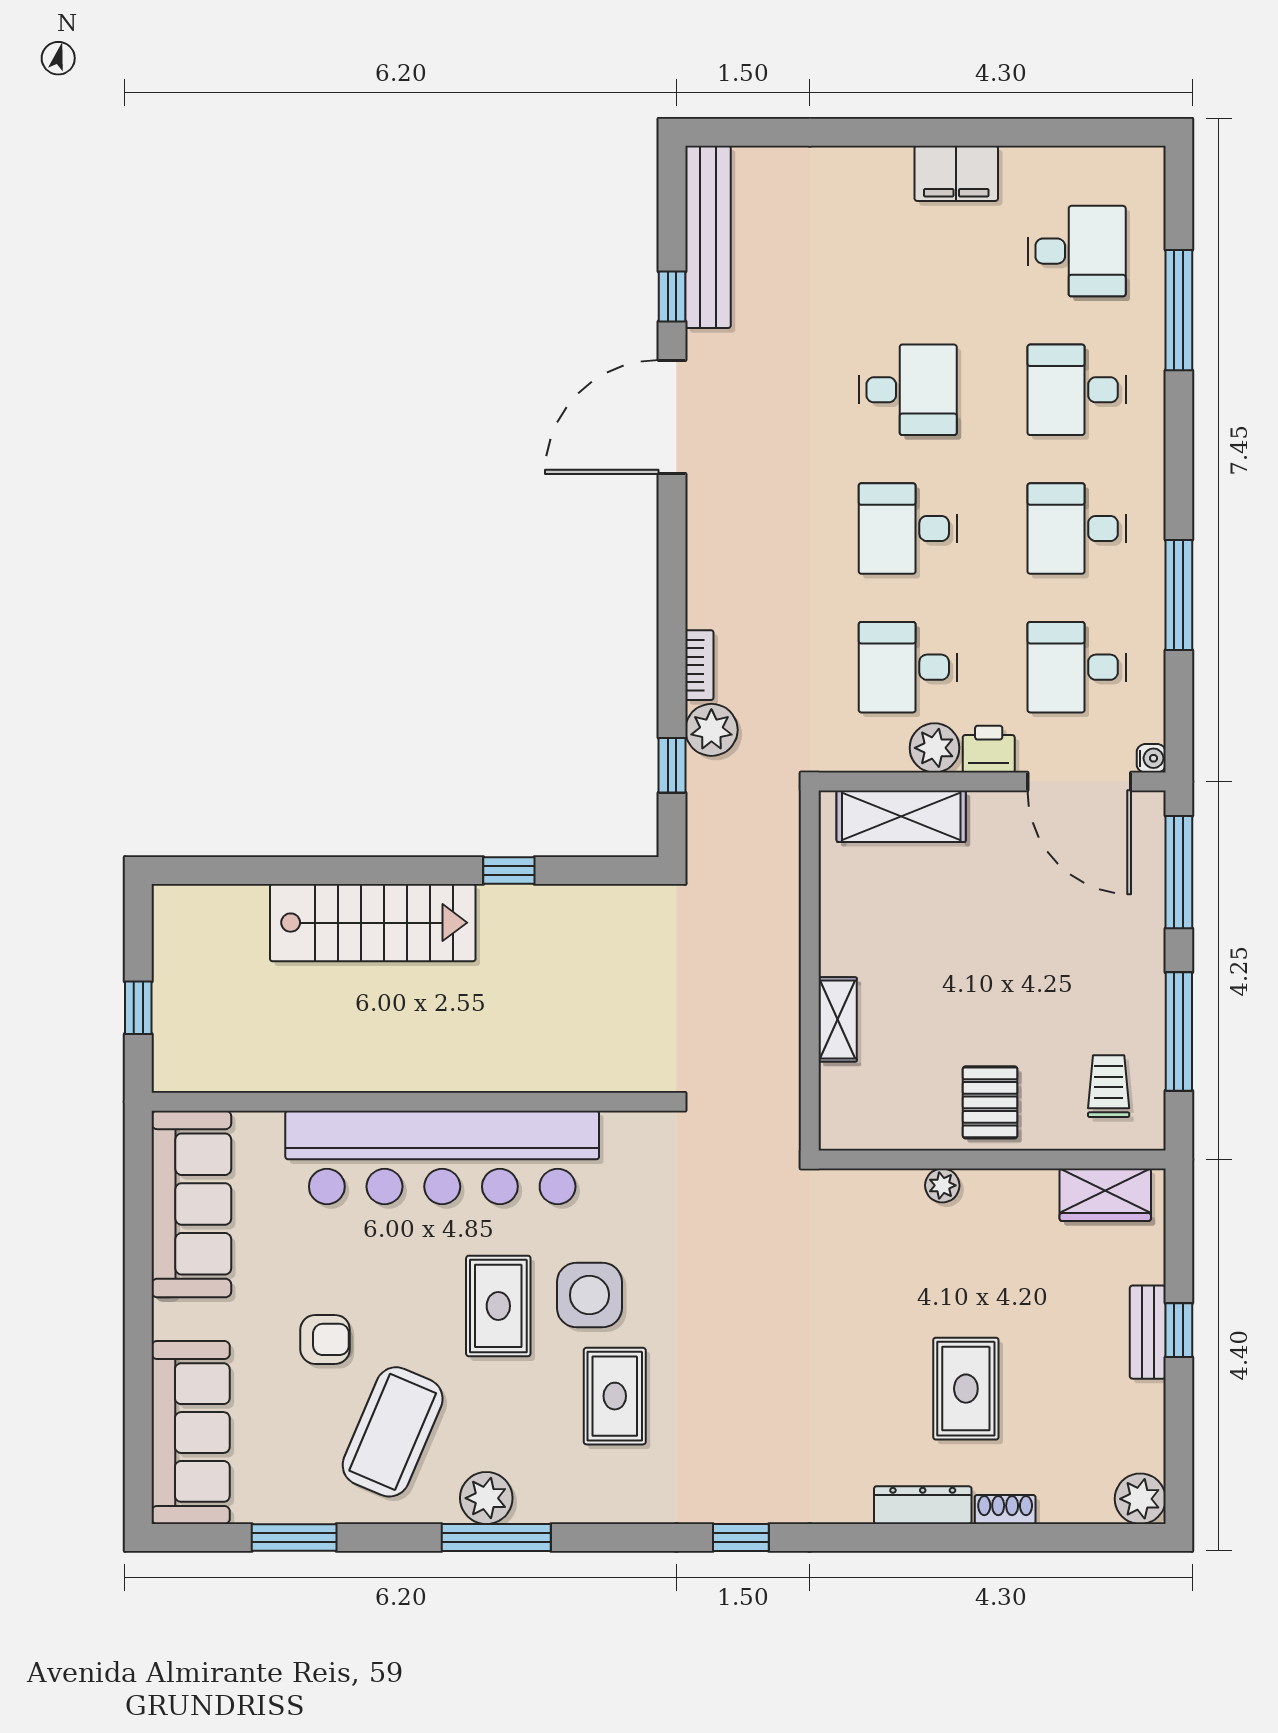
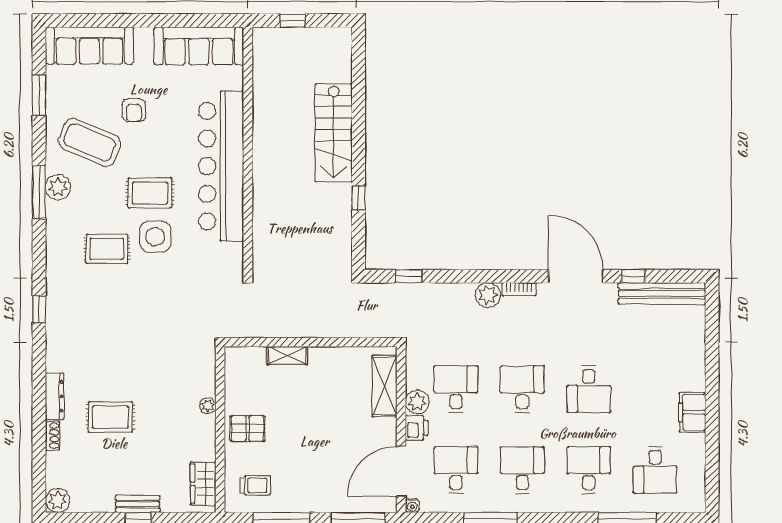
bookcase: (699, 665) -> (519, 289), moved
plant: (711, 730) -> (488, 295), moved

